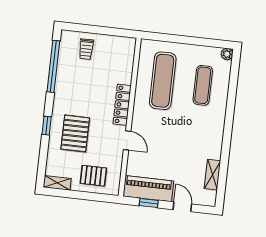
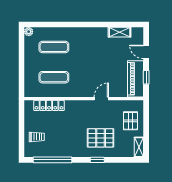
exercise mat: (163, 81) -> (54, 77), width x0.73, depth x0.69
locker: (122, 105) -> (49, 105), moved
door: (182, 207) -> (146, 52), hinge flipped

